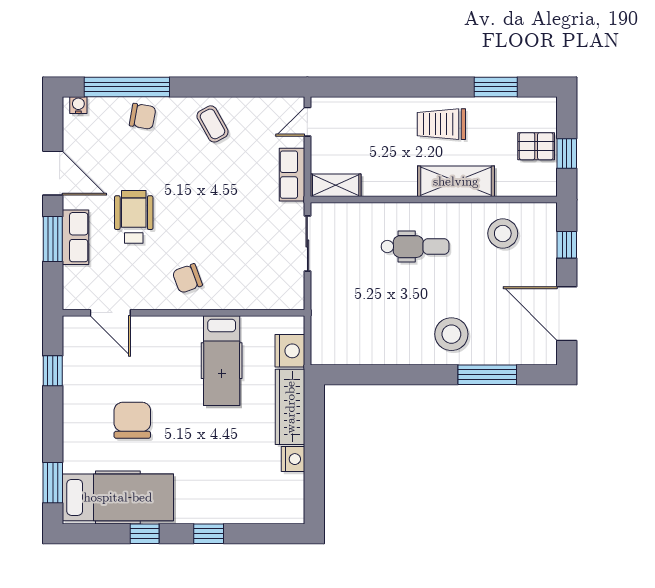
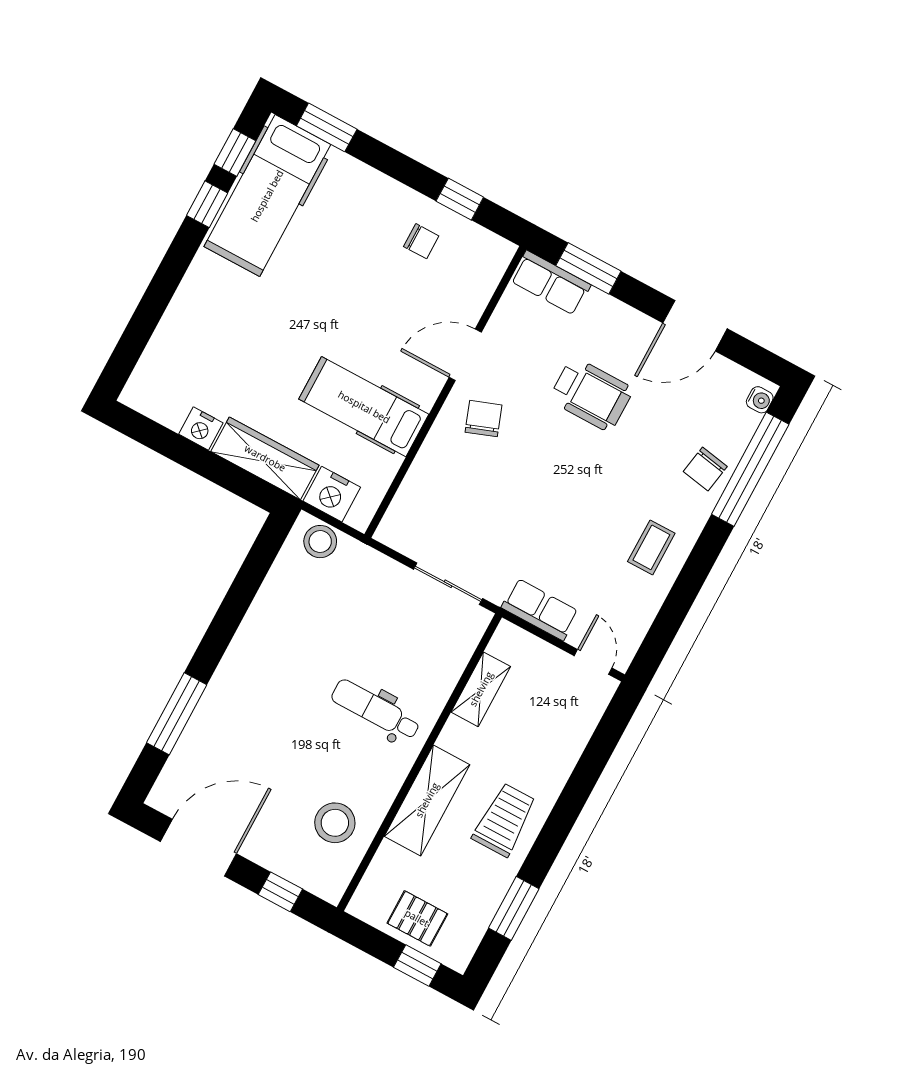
coffee table: (212, 124) -> (651, 547), turned -61
pallet: (536, 146) -> (417, 918), turned 90
window: (567, 154) -> (417, 966), moved
shelving: (336, 185) -> (481, 689), moved
row of seats: (75, 237) -> (550, 283), moved
window: (53, 239) -> (588, 268), moved
dental chair: (415, 247) -> (376, 710), turned 90
door: (110, 313) -> (465, 355), moved
stool: (451, 334) -> (320, 542), moved, width x0.73, depth x0.73
chair: (132, 420) -> (421, 241), moved, width x0.54, depth x0.54
window: (209, 534) -> (235, 152), moved

